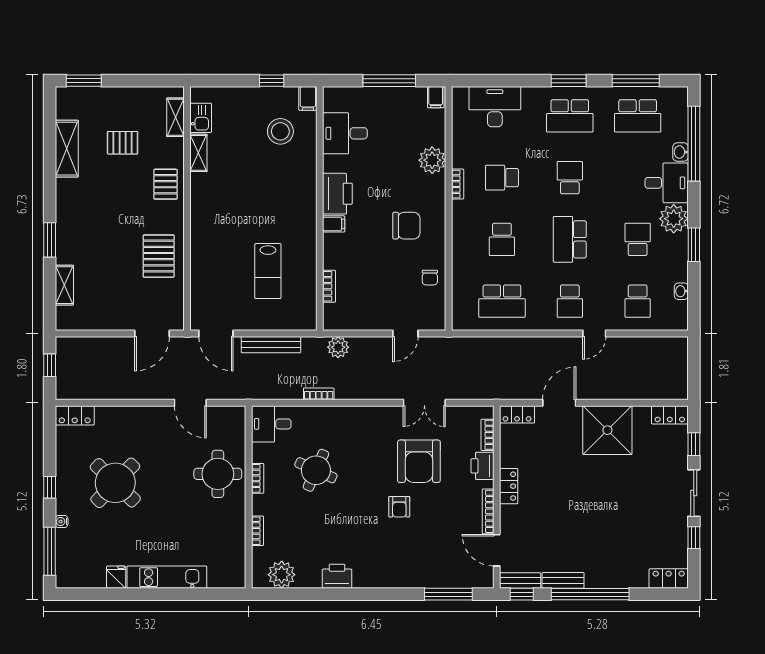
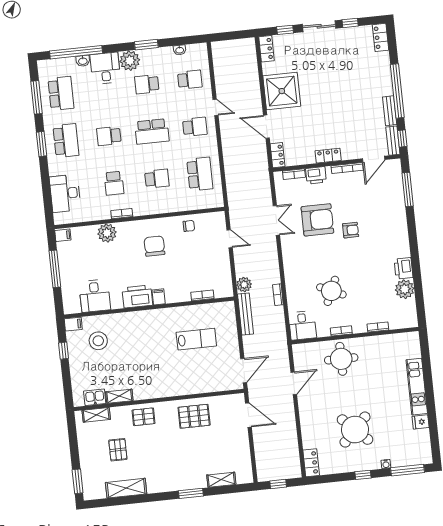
bench: (271, 345) -> (245, 314), moved
plant: (282, 575) -> (405, 289), moved

